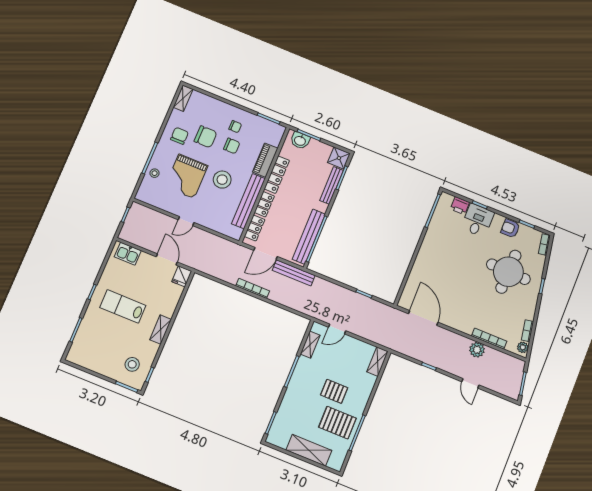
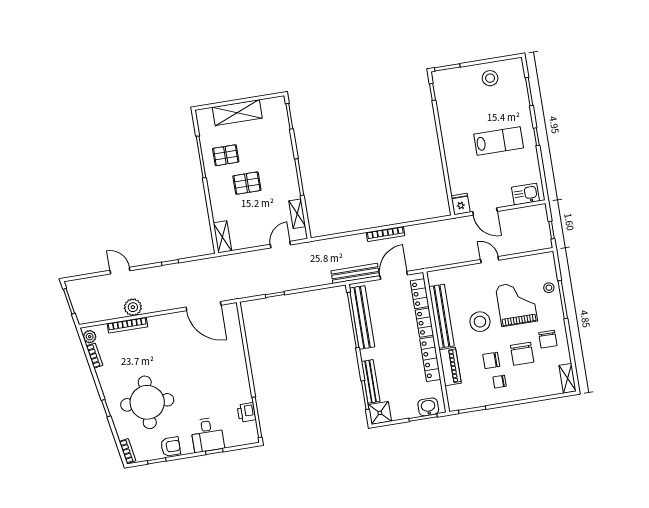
chair: (205, 137) -> (522, 354), turned -90
printer: (460, 206) -> (246, 412), moved, turned -90
door: (186, 221) -> (490, 260), hinge flipped
shelving: (161, 330) -> (449, 141), removed
stool: (132, 364) -> (490, 78), moved
pallet: (337, 423) -> (226, 155), width x0.67, depth x0.71

